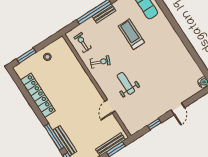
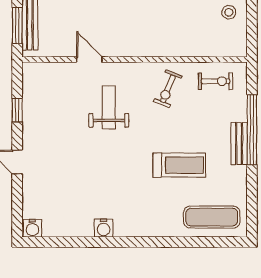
water cooler: (182, 50) -> (104, 228), added
weight bench: (126, 83) -> (109, 107), turned -90

